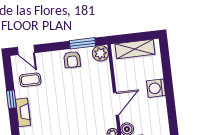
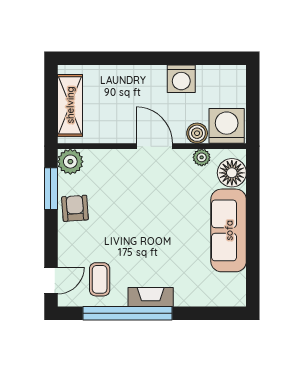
armchair: (72, 60) -> (75, 208), turned -94
washing machine: (156, 88) -> (181, 79), moved
window: (11, 99) -> (127, 313), width x3.17

